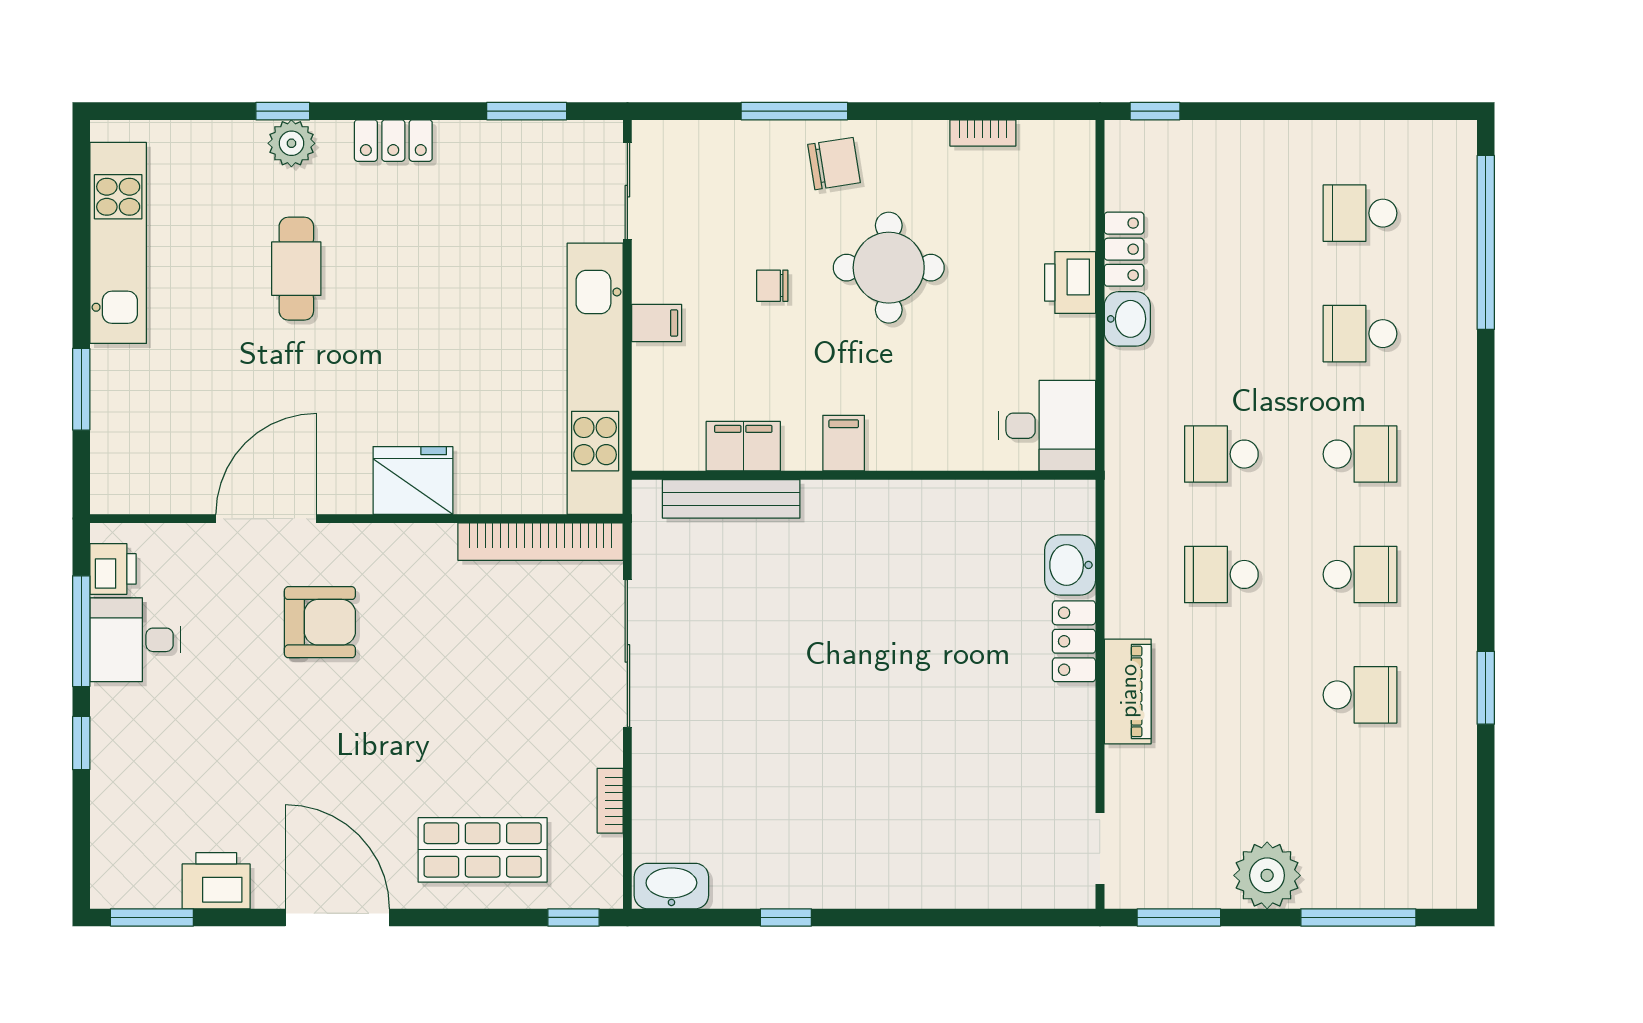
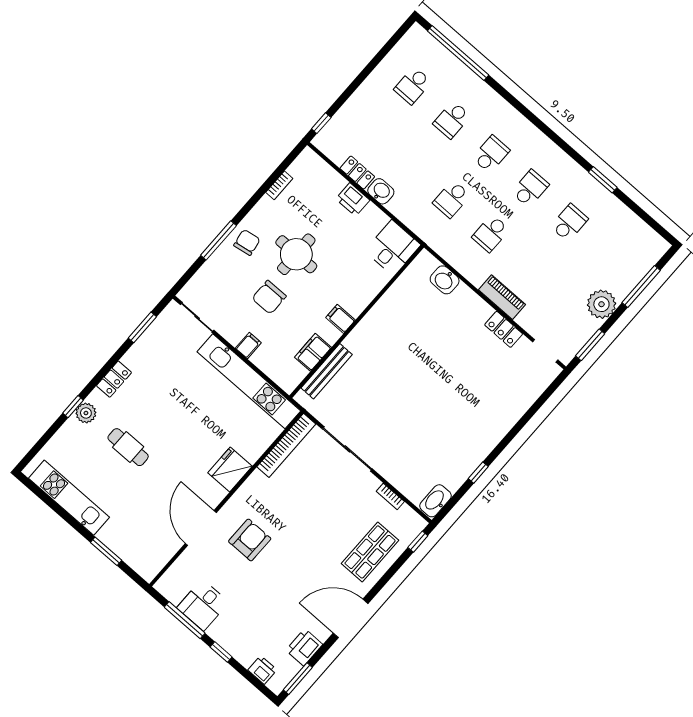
chair: (772, 286) -> (269, 297), width x1.87, depth x1.87
printer: (113, 569) -> (262, 670), moved
locker: (1074, 641) -> (504, 329), moved

